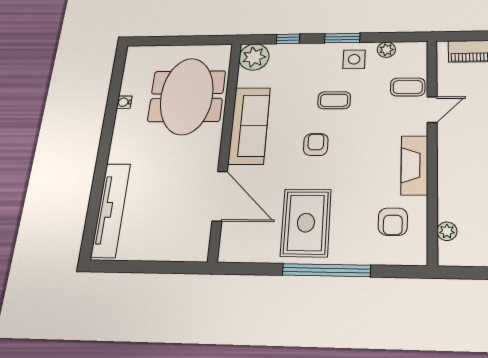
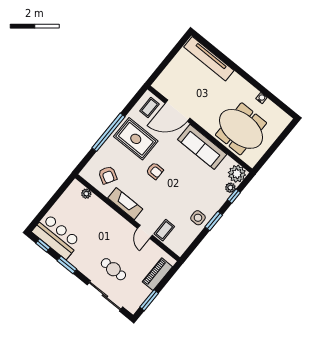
plant: (386, 50) -> (230, 188), moved
coffee table: (334, 100) -> (149, 108), moved
armchair: (316, 145) -> (155, 171), moved
armchair: (393, 222) -> (108, 175), turned -150

